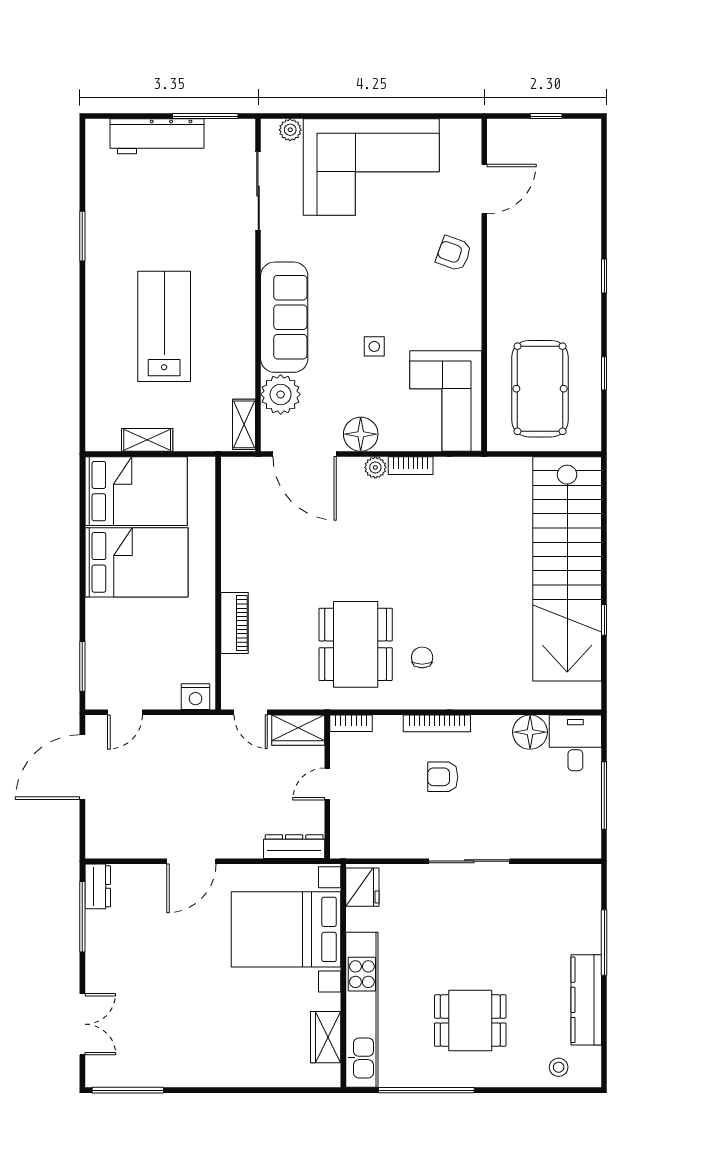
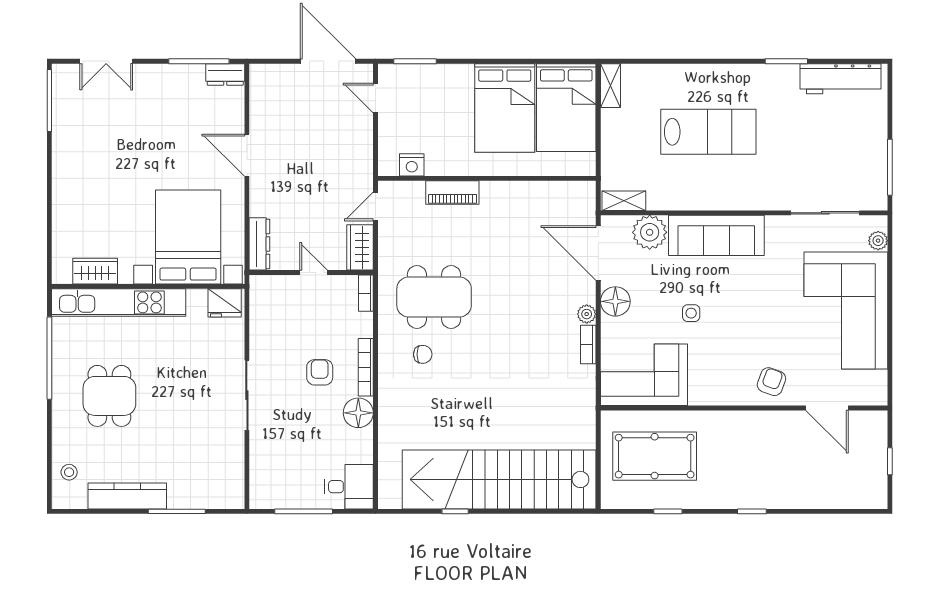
workbench: (157, 136) -> (841, 79), moved, turned -90
shelving: (147, 440) -> (610, 86), moved
door: (305, 454) -> (598, 253), hinge flipped
nightstand: (195, 697) -> (412, 165), moved, turned -90
floor lamp: (530, 732) -> (358, 413), moved

